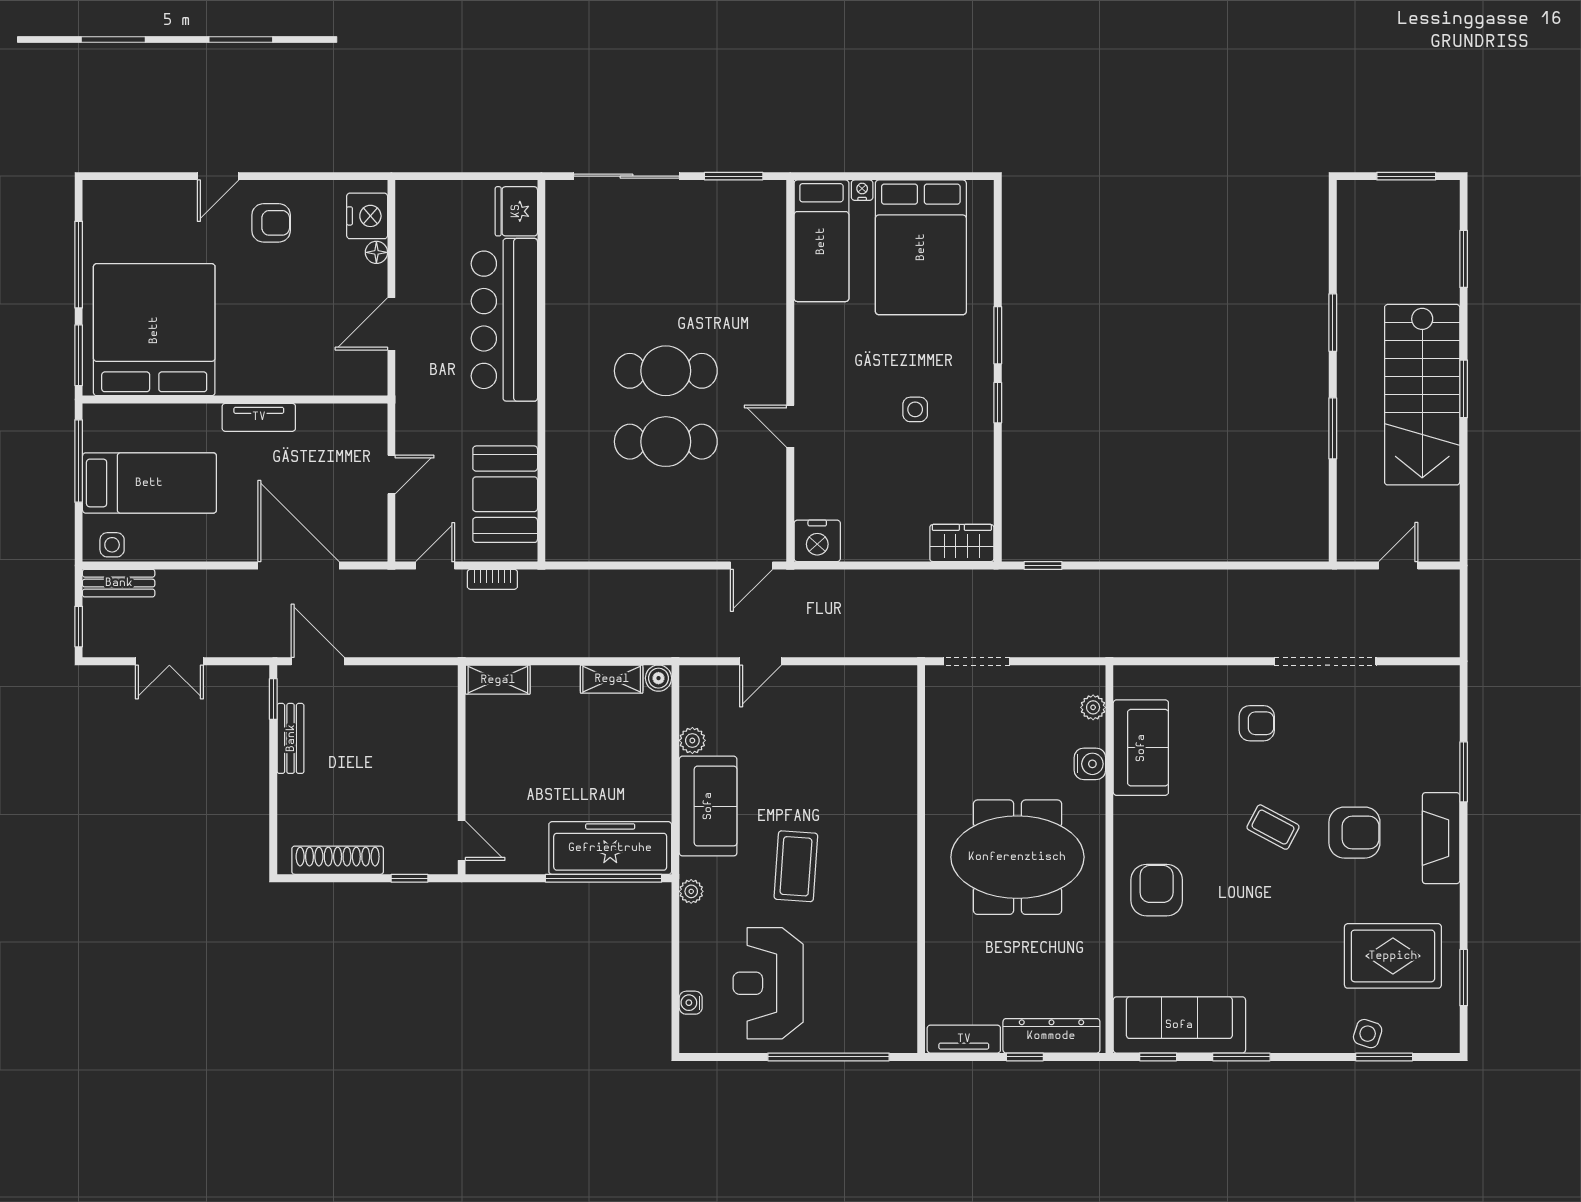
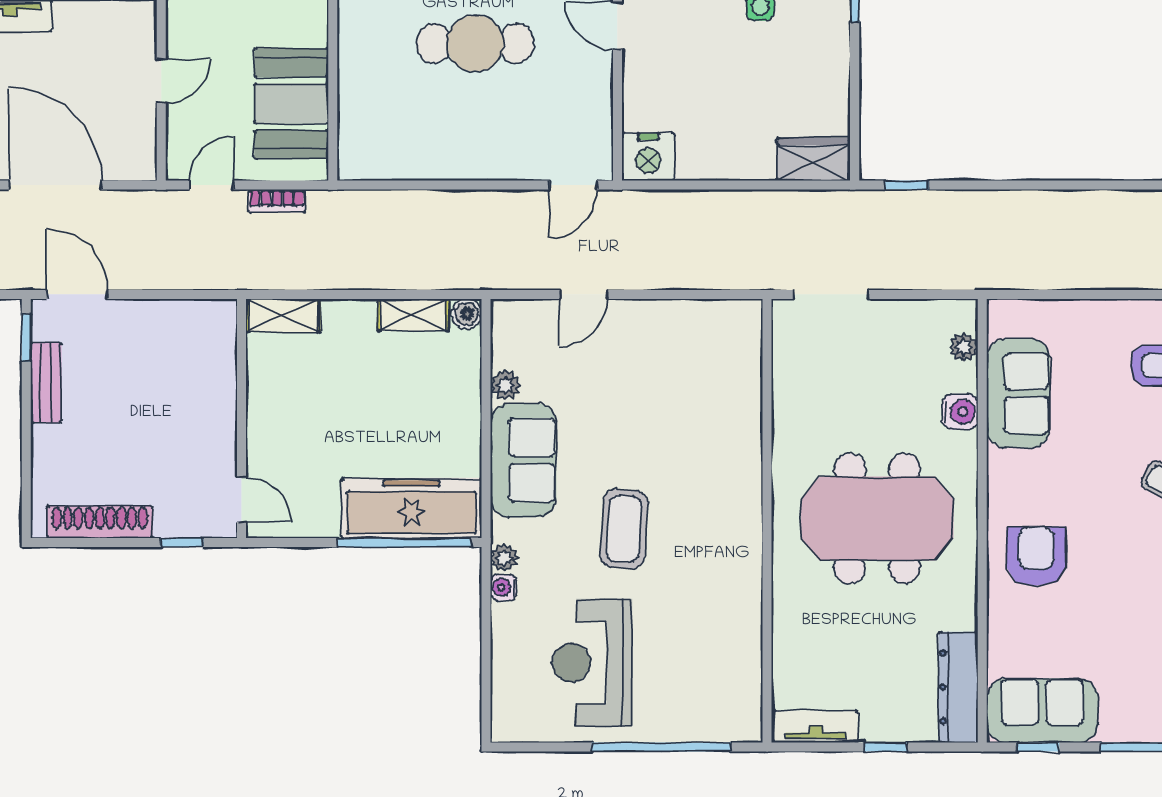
water cooler: (691, 1003) -> (504, 587), moved
sofa: (1179, 1025) -> (1042, 710), width x0.73
dresser: (1051, 1036) -> (958, 687), moved, turned -90

